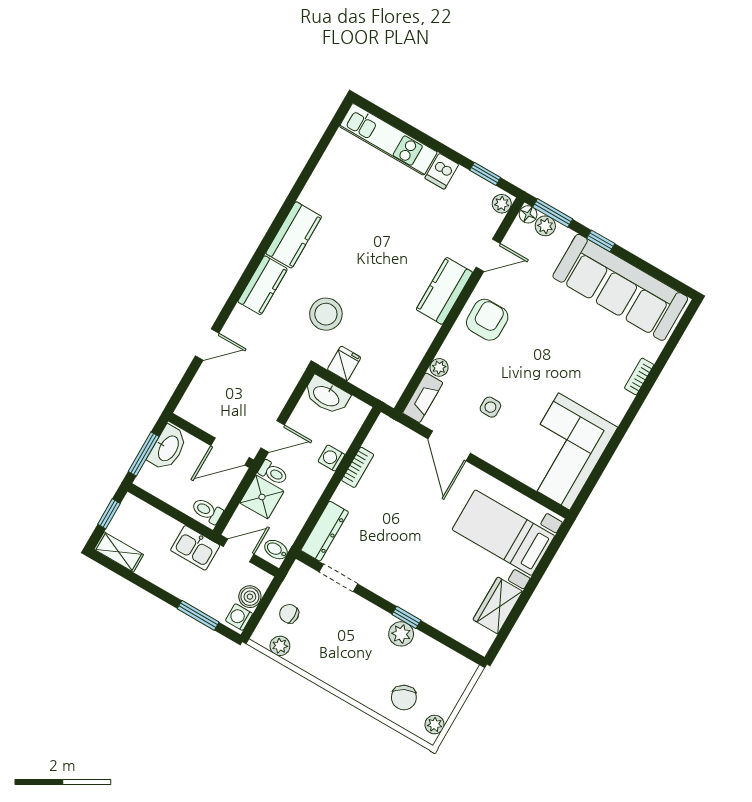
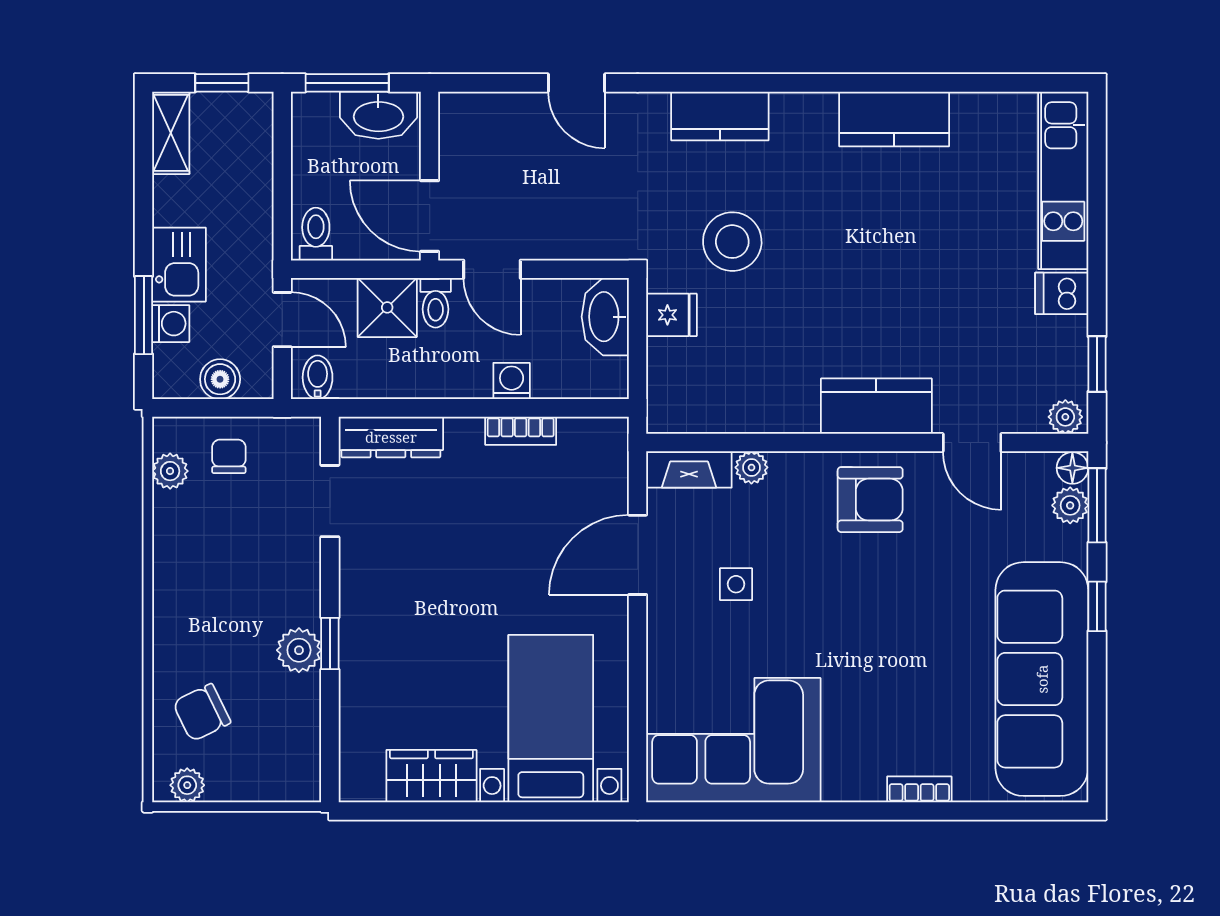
kitchen counter: (294, 235) -> (894, 119), moved
kitchen sink: (195, 548) -> (179, 265), moved, turned 180
washing machine: (239, 617) -> (171, 324), moved, turned 90

